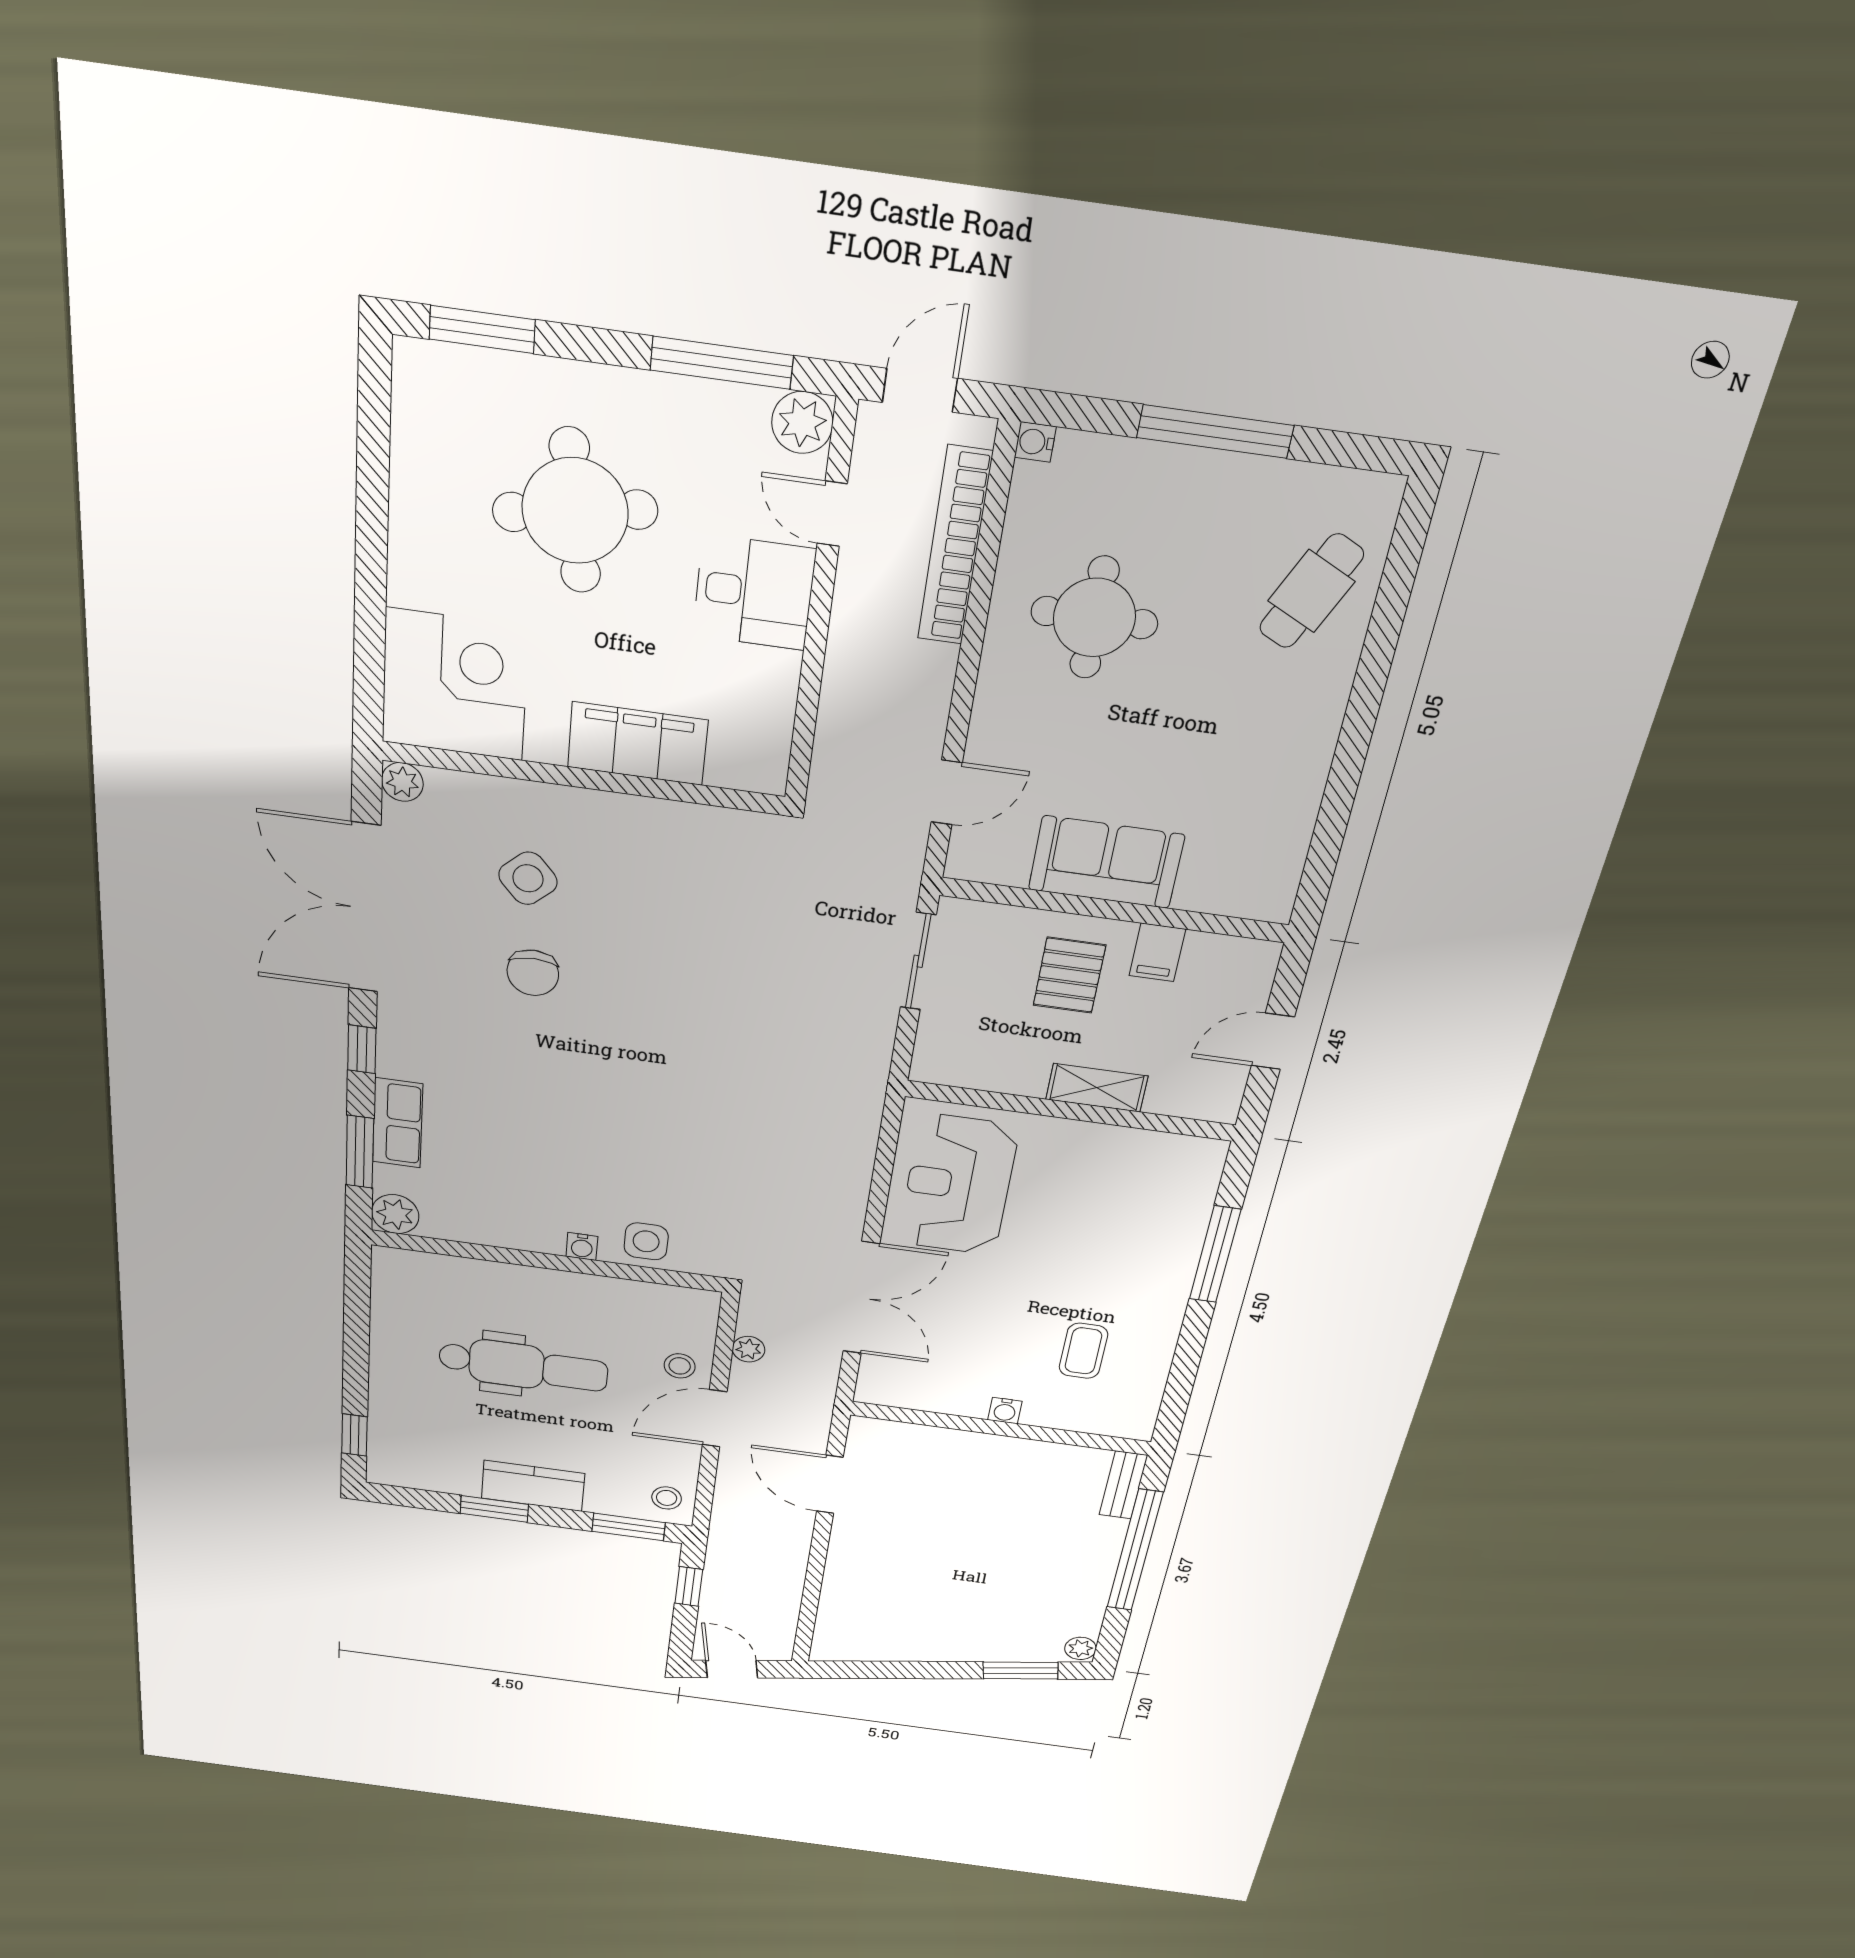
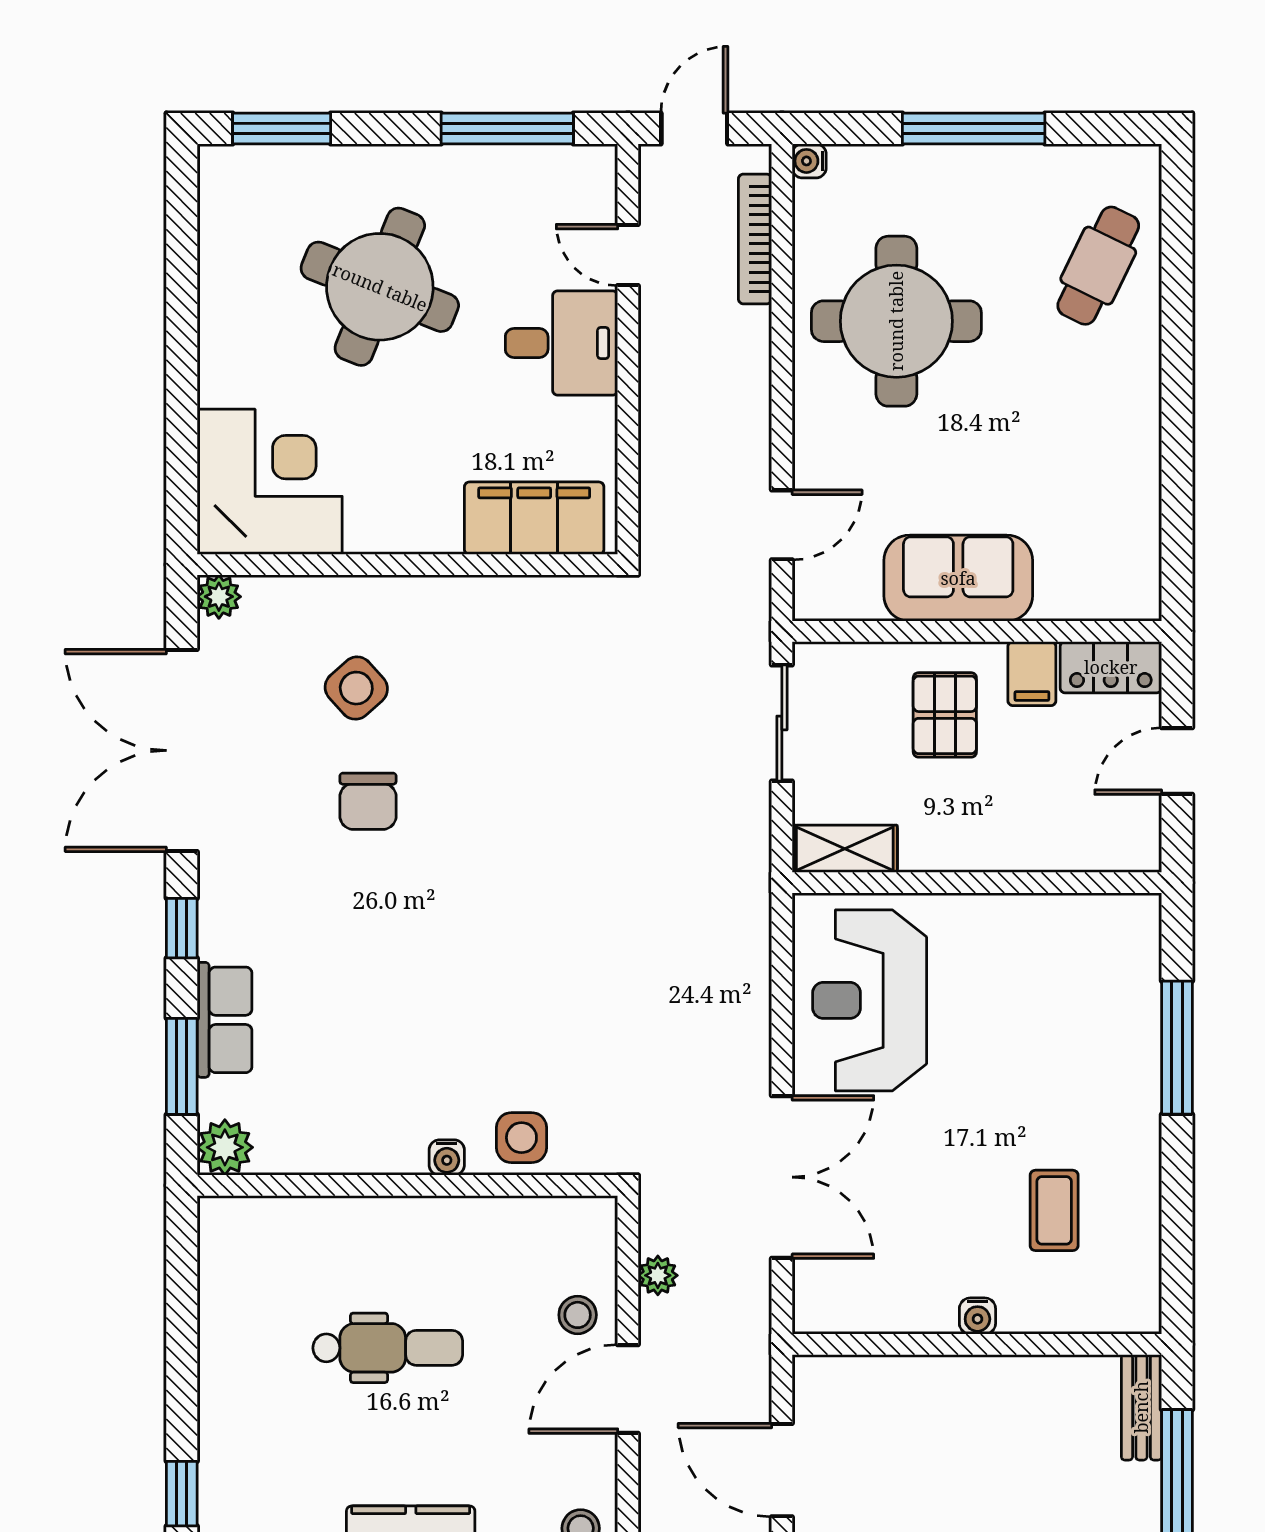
plant: (802, 422) -> (589, 173), removed
round table: (575, 511) -> (380, 287), turned 31
bookcase: (955, 546) -> (755, 239), width x0.68, depth x0.76
round table: (1094, 618) -> (896, 321), width x1.36, depth x1.36
filing cabinet: (638, 744) -> (534, 518), moved
locker: (1232, 957) -> (1111, 667), added
shelving: (1097, 1088) -> (845, 849), moved
dental chair: (523, 1366) -> (388, 1348), width x0.73, depth x0.72

